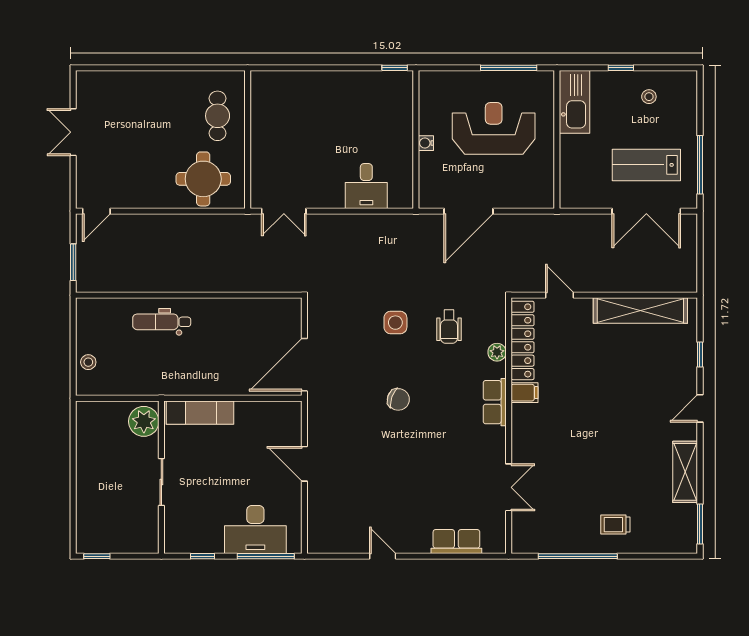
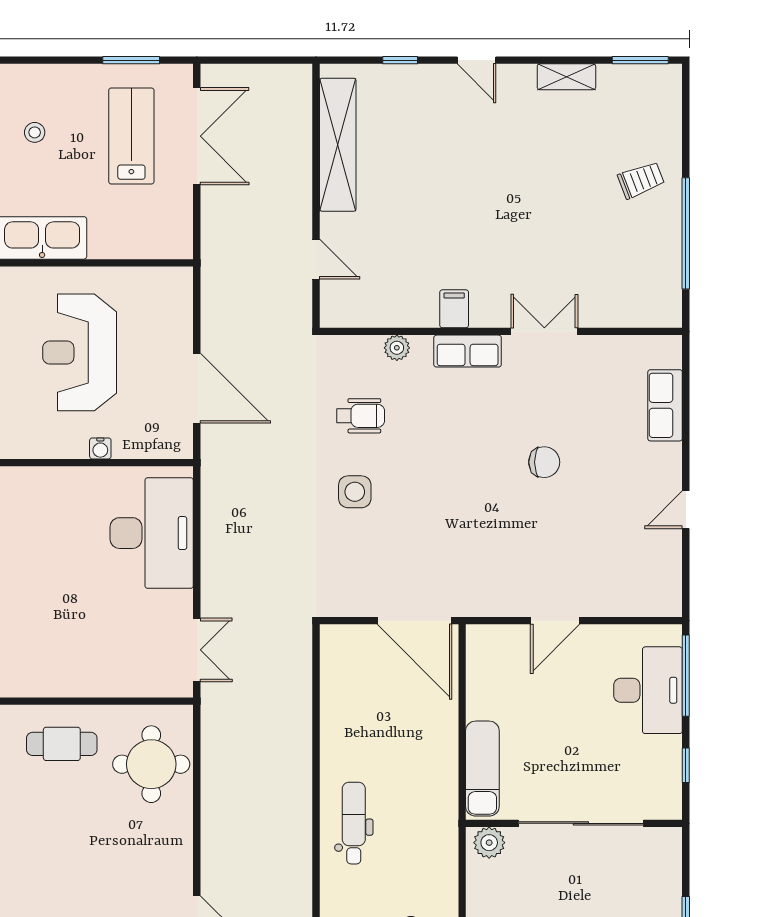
lab bench: (646, 165) -> (131, 136), turned 180
window: (700, 165) -> (131, 60), width x0.69
desk: (366, 186) -> (152, 533), width x1.87, depth x1.30
door: (560, 295) -> (316, 259), swing flipped
dental chair: (162, 322) -> (354, 823), turned 180
locker: (522, 340) -> (380, 312), removed
chair: (398, 399) -> (544, 462), moved, turned 71
plant: (144, 421) -> (489, 843), width x0.73, depth x0.73
shelving: (685, 472) -> (566, 77), width x0.67, depth x0.75
sliding door: (161, 482) -> (581, 823), width x1.86
double door: (509, 487) -> (544, 331), moved
trolley: (615, 525) -> (641, 180), turned -111

